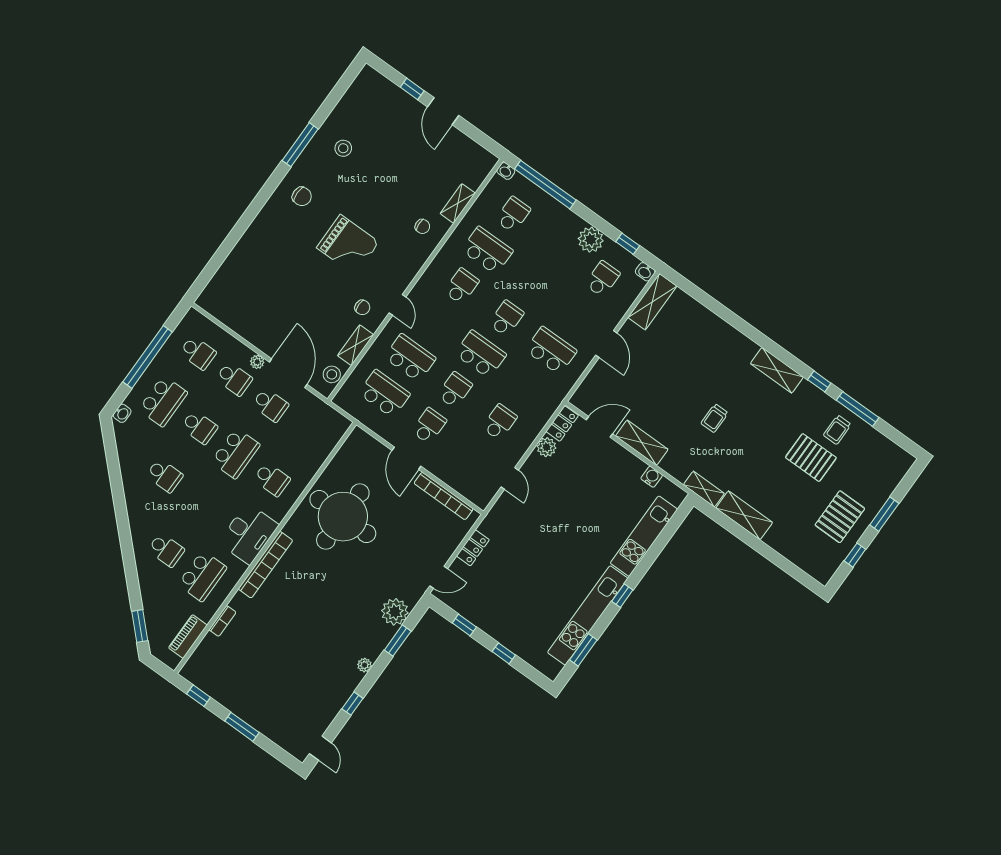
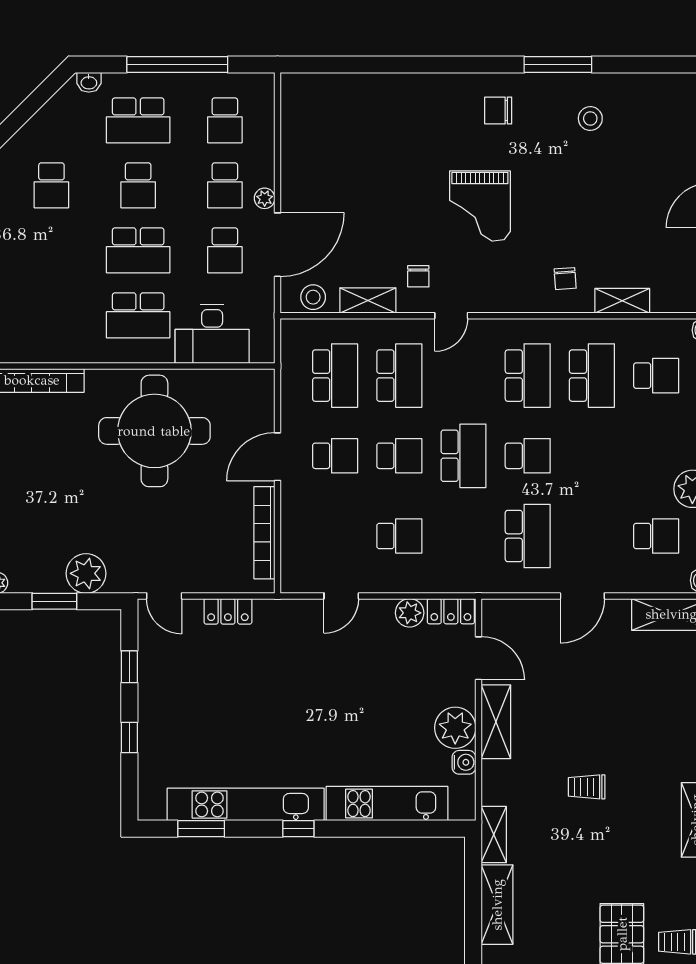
chair: (302, 196) -> (498, 111), turned 90
school desk: (462, 286) -> (528, 376), width x1.85
plant: (629, 468) -> (455, 728), added
school desk: (272, 479) -> (138, 315), width x1.85
desk: (249, 534) -> (212, 334), moved

